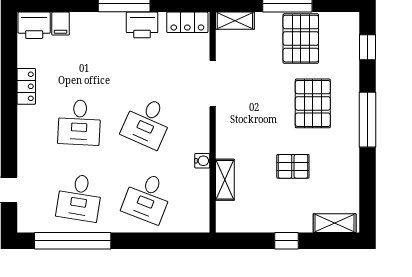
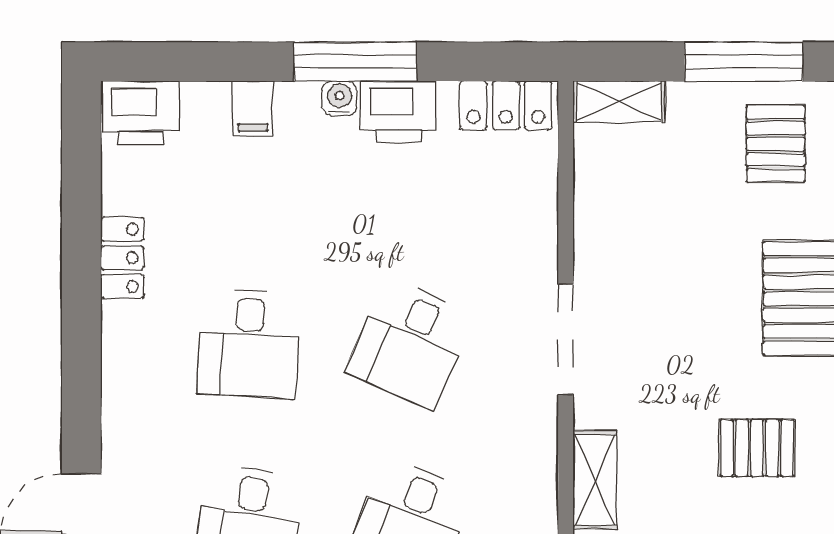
filing cabinet: (61, 24) -> (253, 108), moved
pallet: (301, 39) -> (776, 144), width x0.67, depth x0.71
doorway: (213, 84) -> (566, 339), moved
water cooler: (202, 161) -> (339, 98), moved, turned -90

